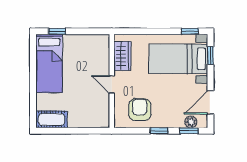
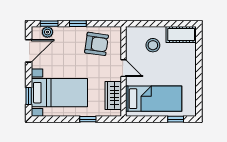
window: (190, 31) -> (88, 119), moved
bed: (49, 63) -> (154, 99), moved, turned 90
stool: (81, 108) -> (153, 45), added
armchair: (140, 110) -> (97, 44), turned -82

